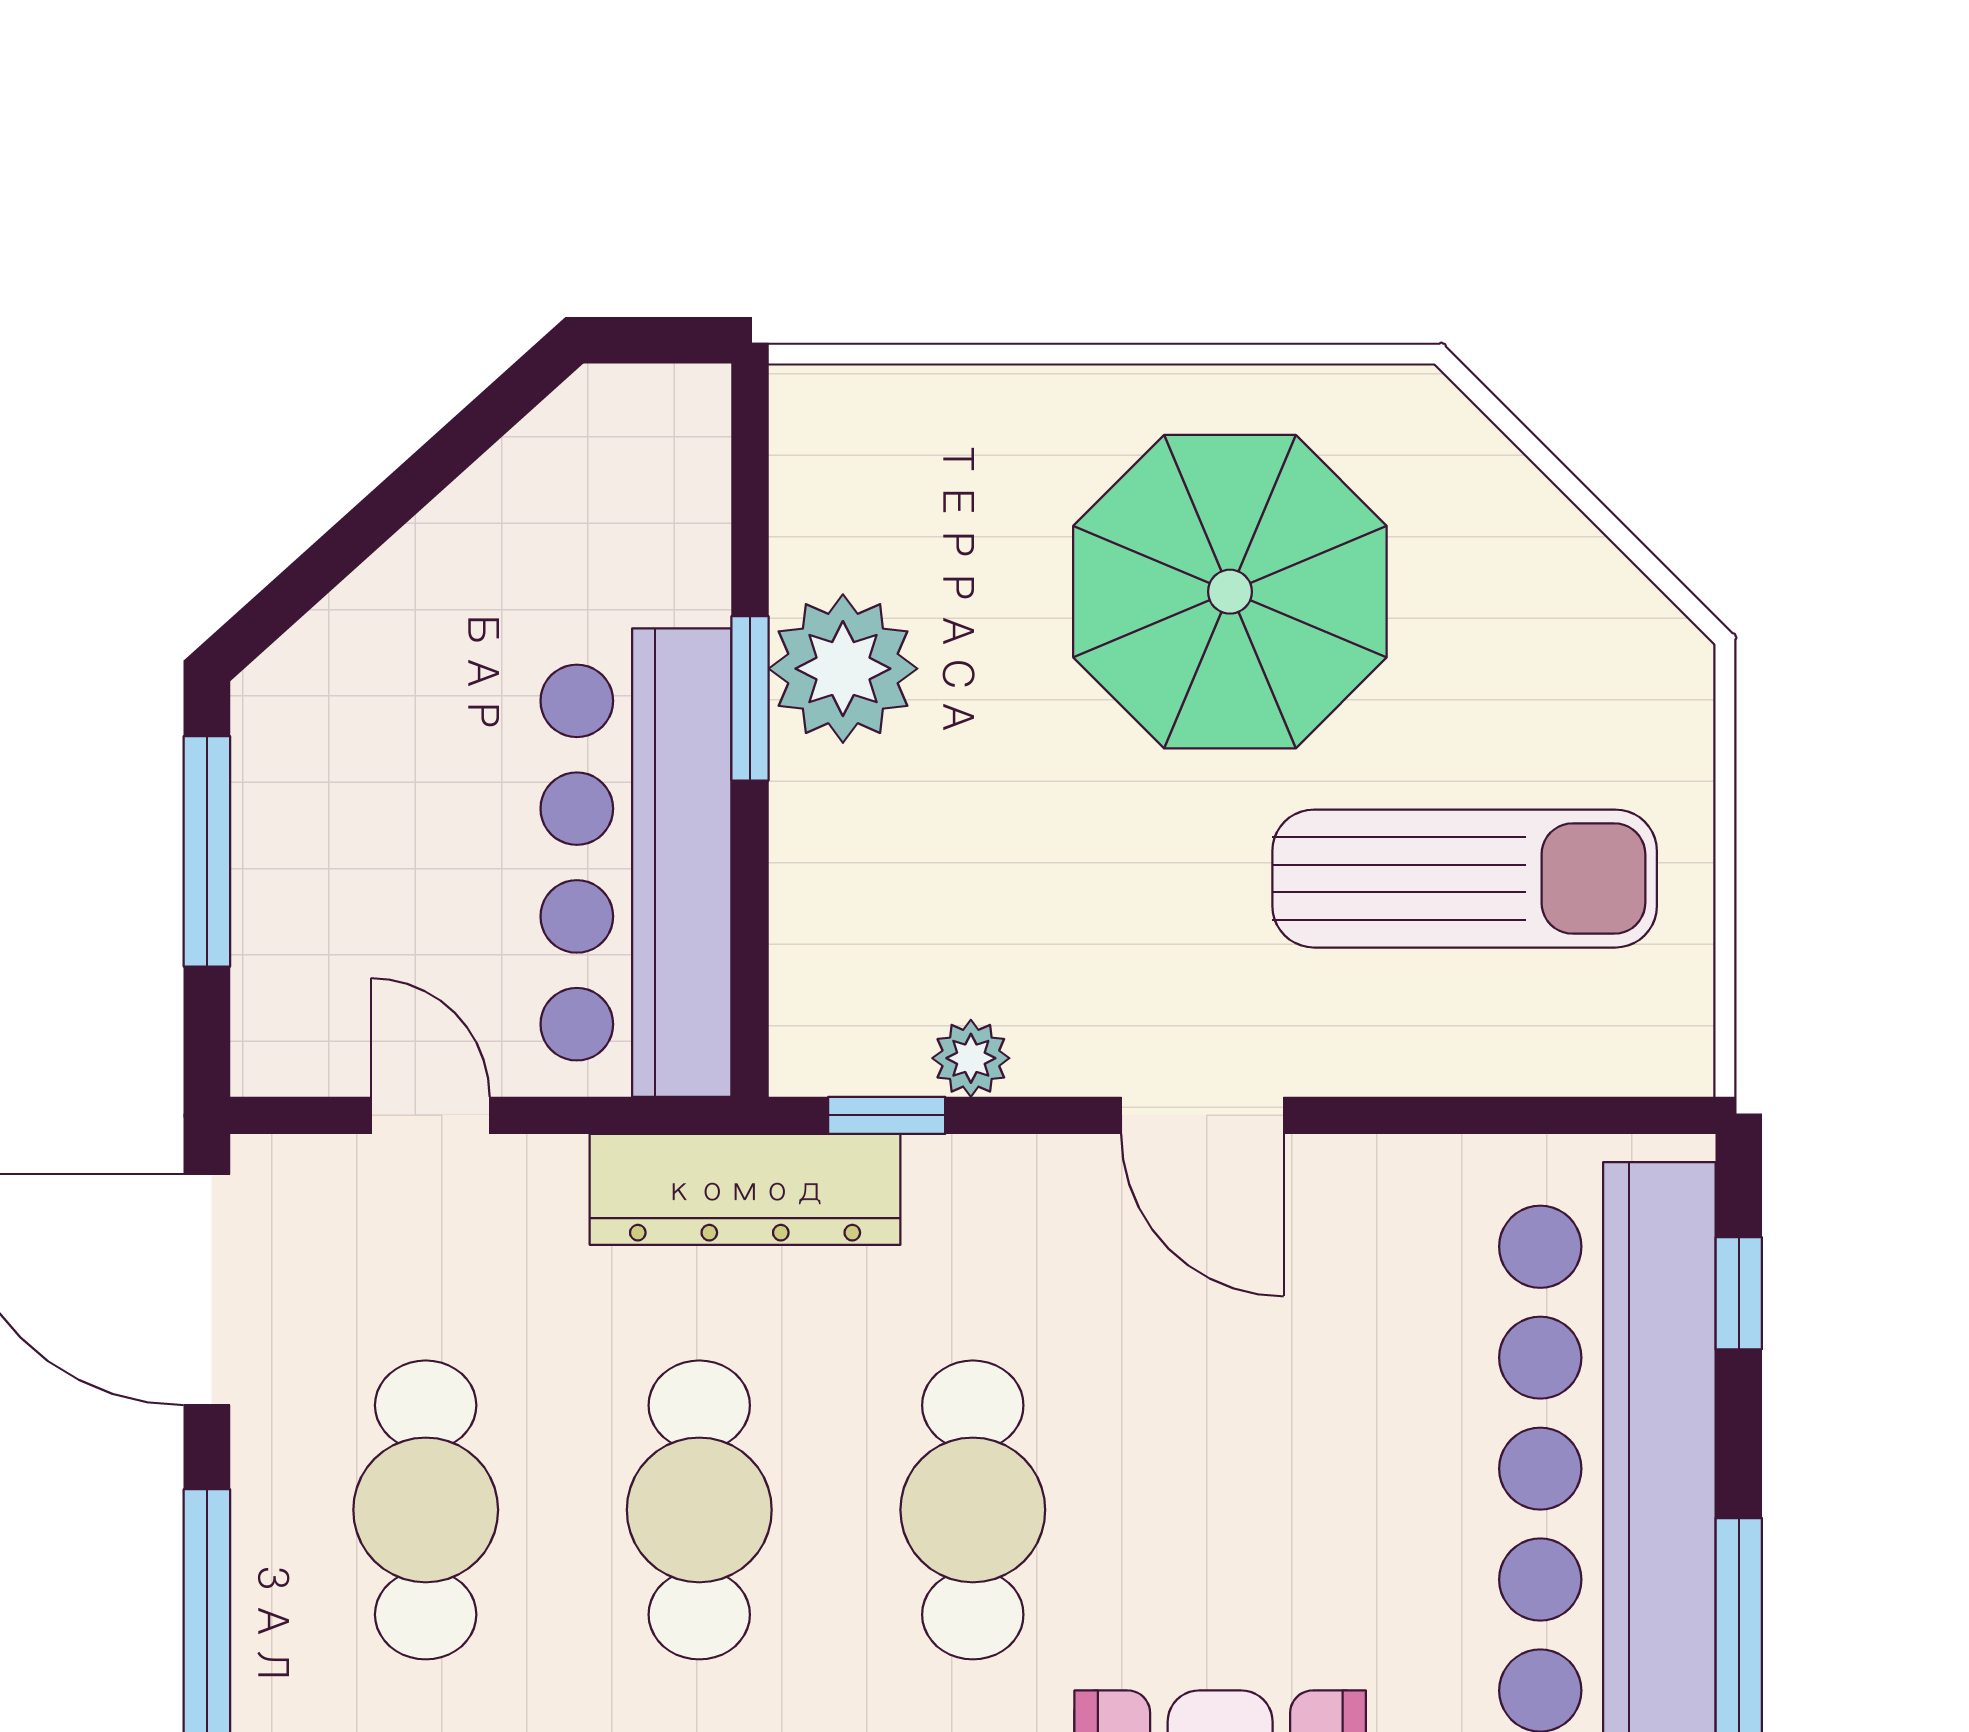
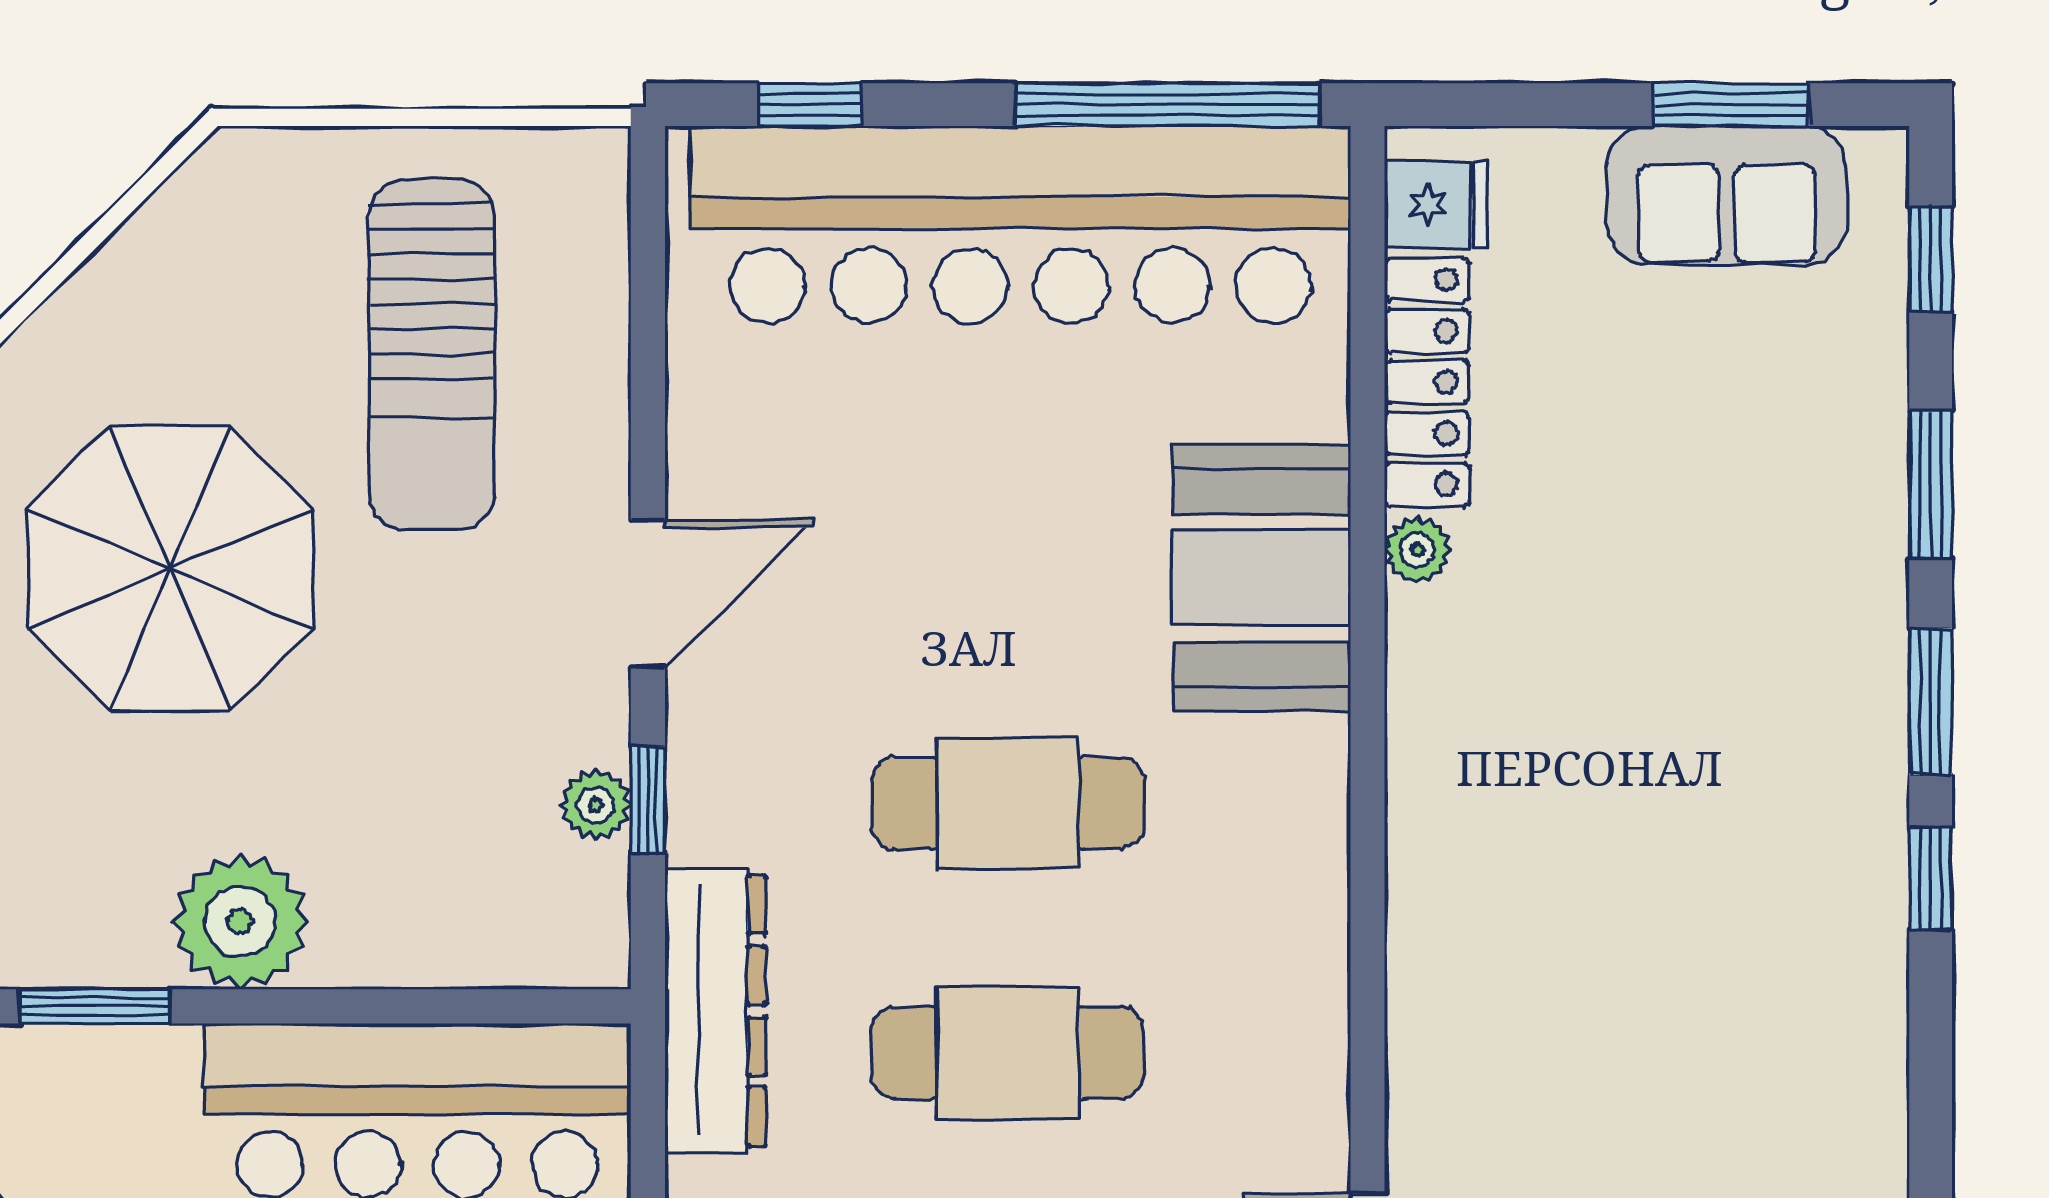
window: (750, 698) -> (95, 1006), moved
sun lounger: (1465, 879) -> (432, 355), turned 180
window: (887, 1115) -> (648, 800), moved

